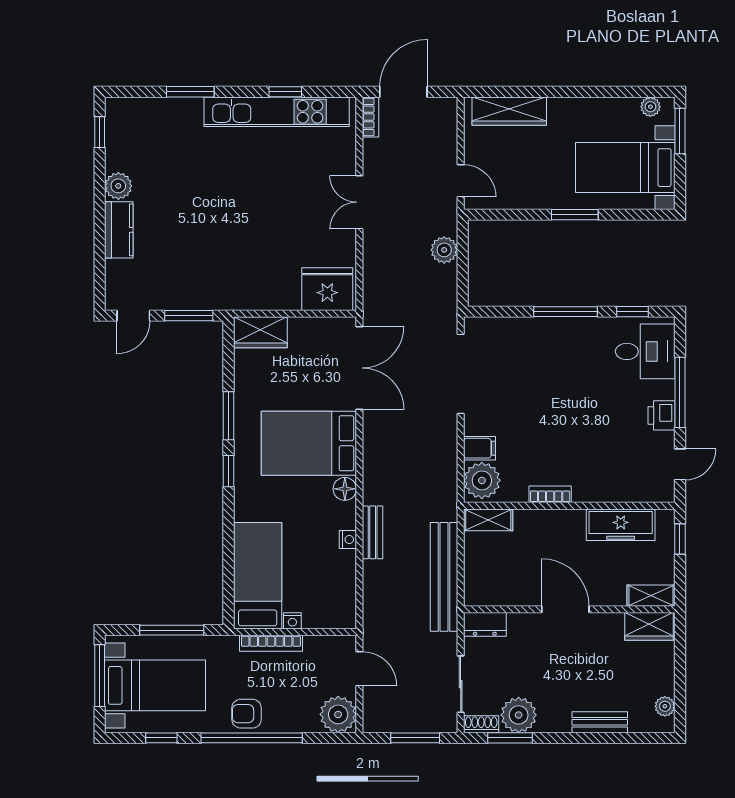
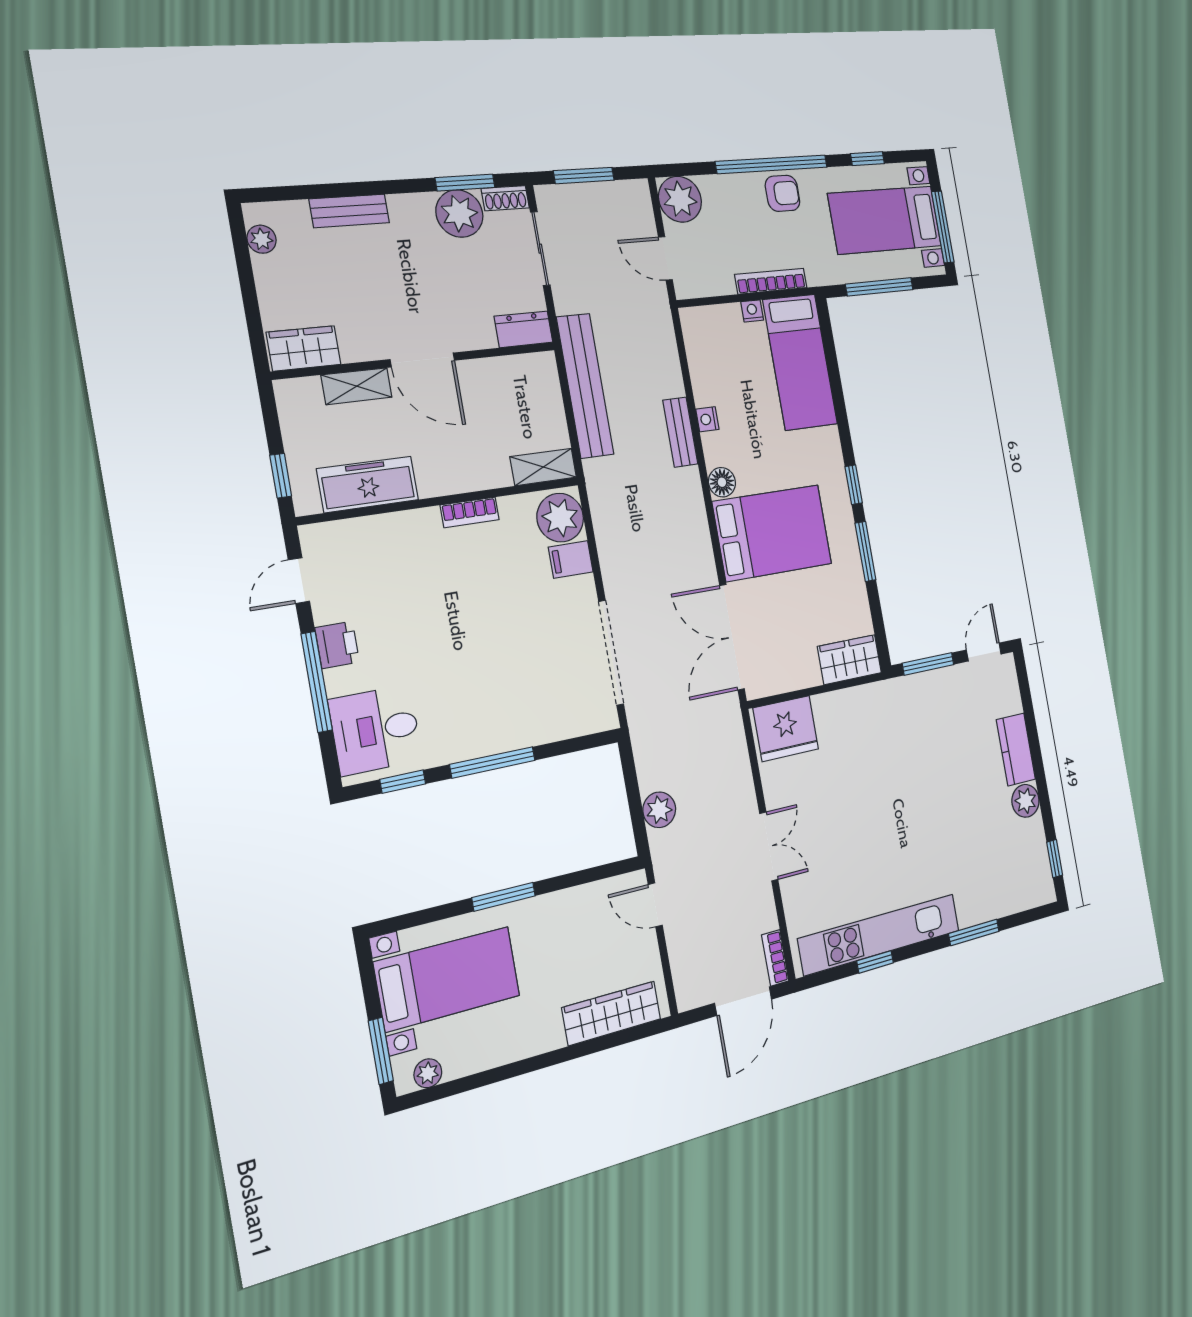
shelving: (651, 596) -> (357, 386), moved

